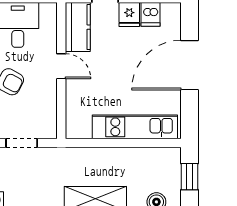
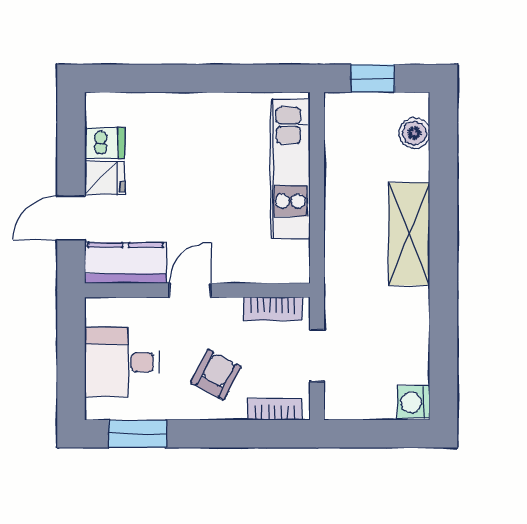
door: (190, 65) -> (188, 78), removed
bookcase: (50, 116) -> (273, 309), added

